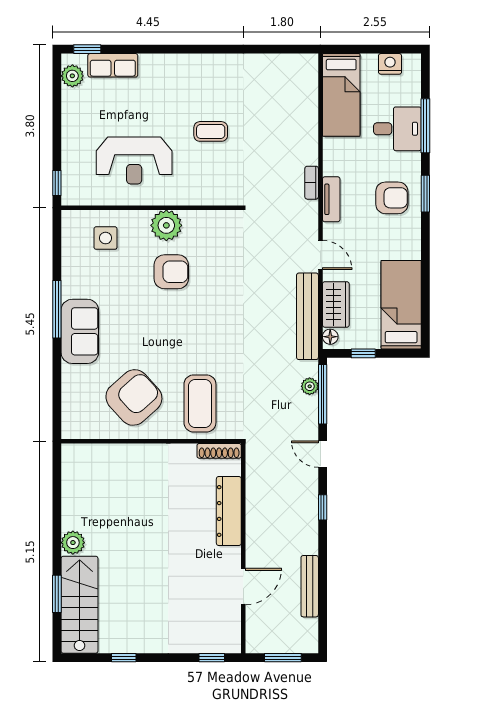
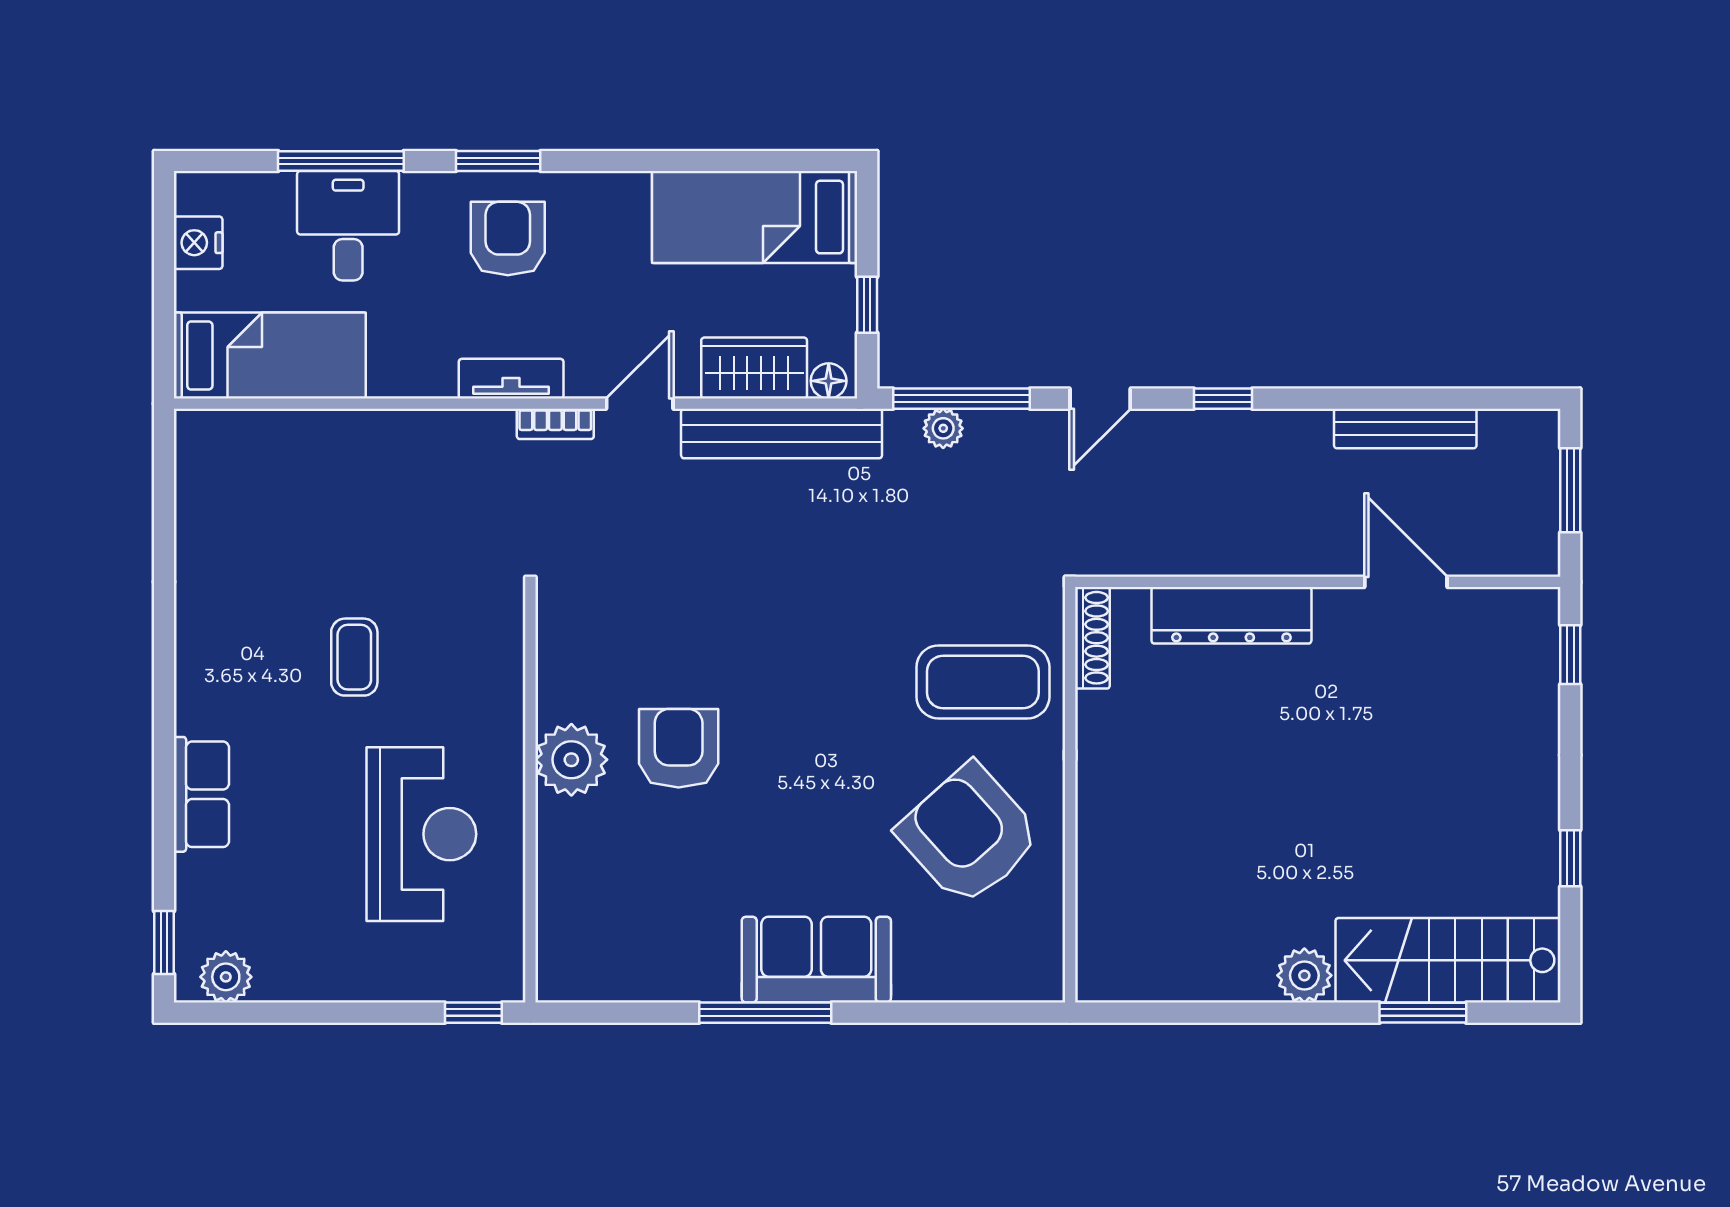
row of seats: (113, 65) -> (201, 794), moved
bookcase: (312, 183) -> (555, 424), moved
side table: (106, 238) -> (601, 900), removed

